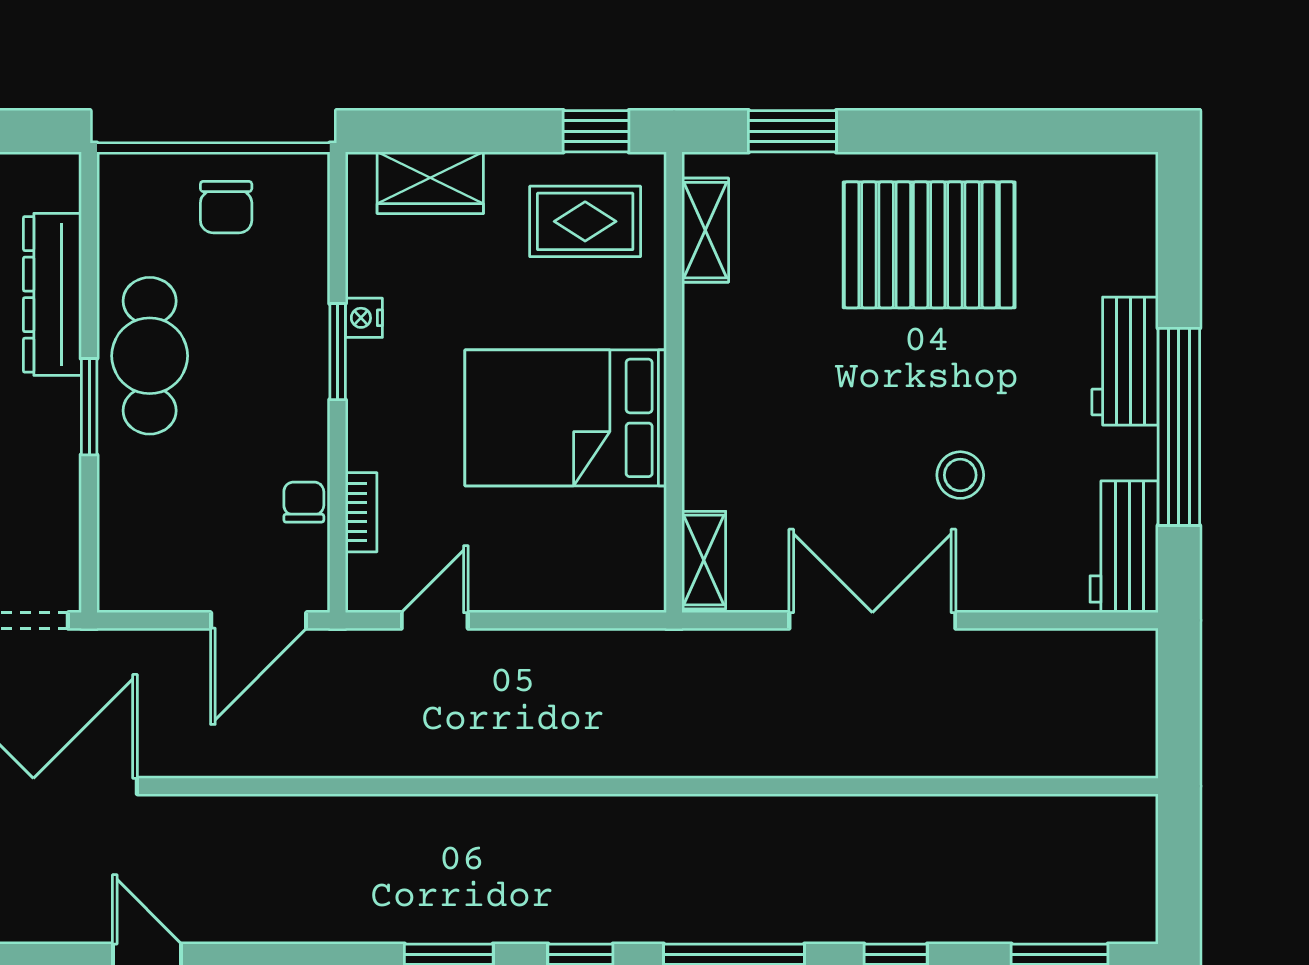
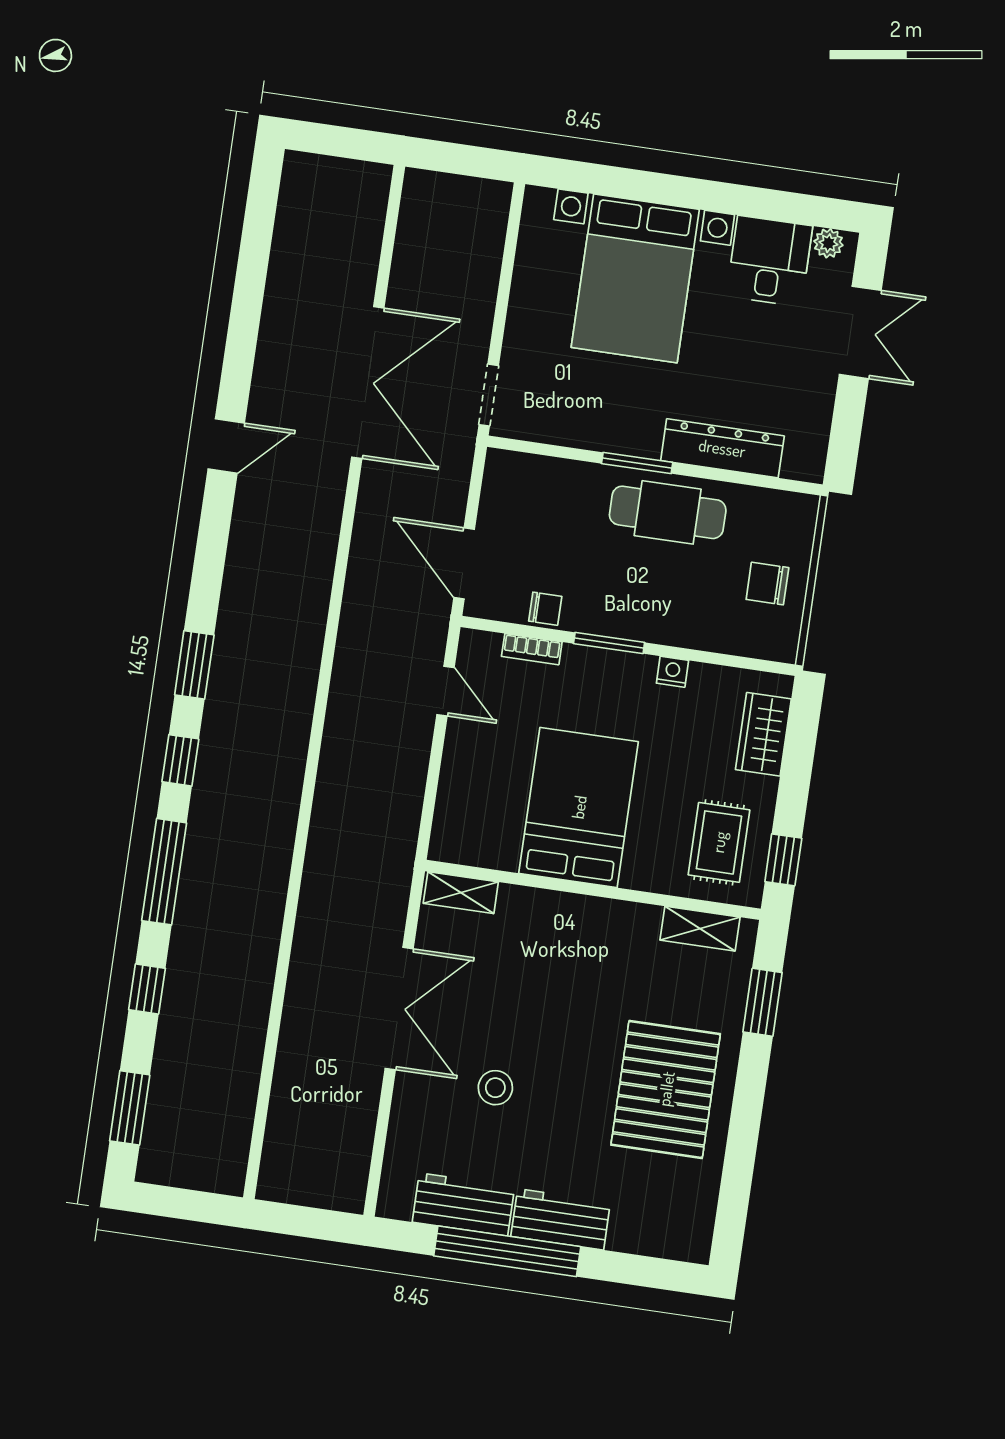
window: (338, 352) -> (609, 643), moved
workbench: (1124, 547) -> (463, 1204), moved

